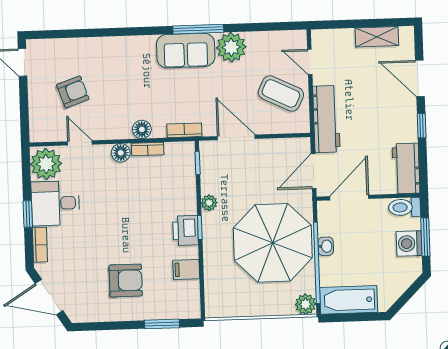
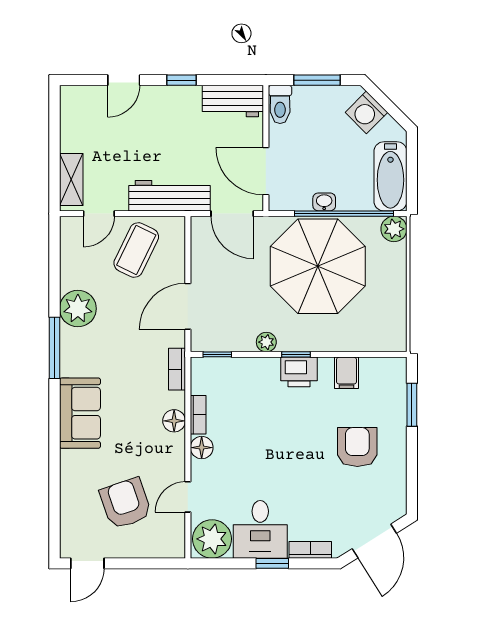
shelving: (377, 37) -> (71, 180), moved
sofa: (186, 51) -> (80, 413), moved
door: (420, 78) -> (124, 80), width x0.73
armchair: (73, 92) -> (126, 503), width x1.38, depth x1.38
washing machine: (409, 244) -> (366, 112), moved, turned 45

